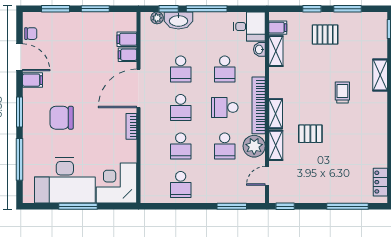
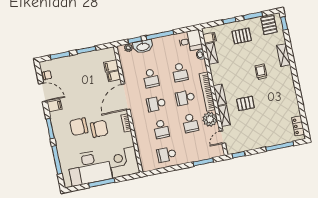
pallet: (368, 27) -> (269, 25), added
school desk: (181, 107) -> (156, 104), turned 90
chair: (91, 127) -> (99, 129), added
school desk: (181, 184) -> (167, 155), turned 90

